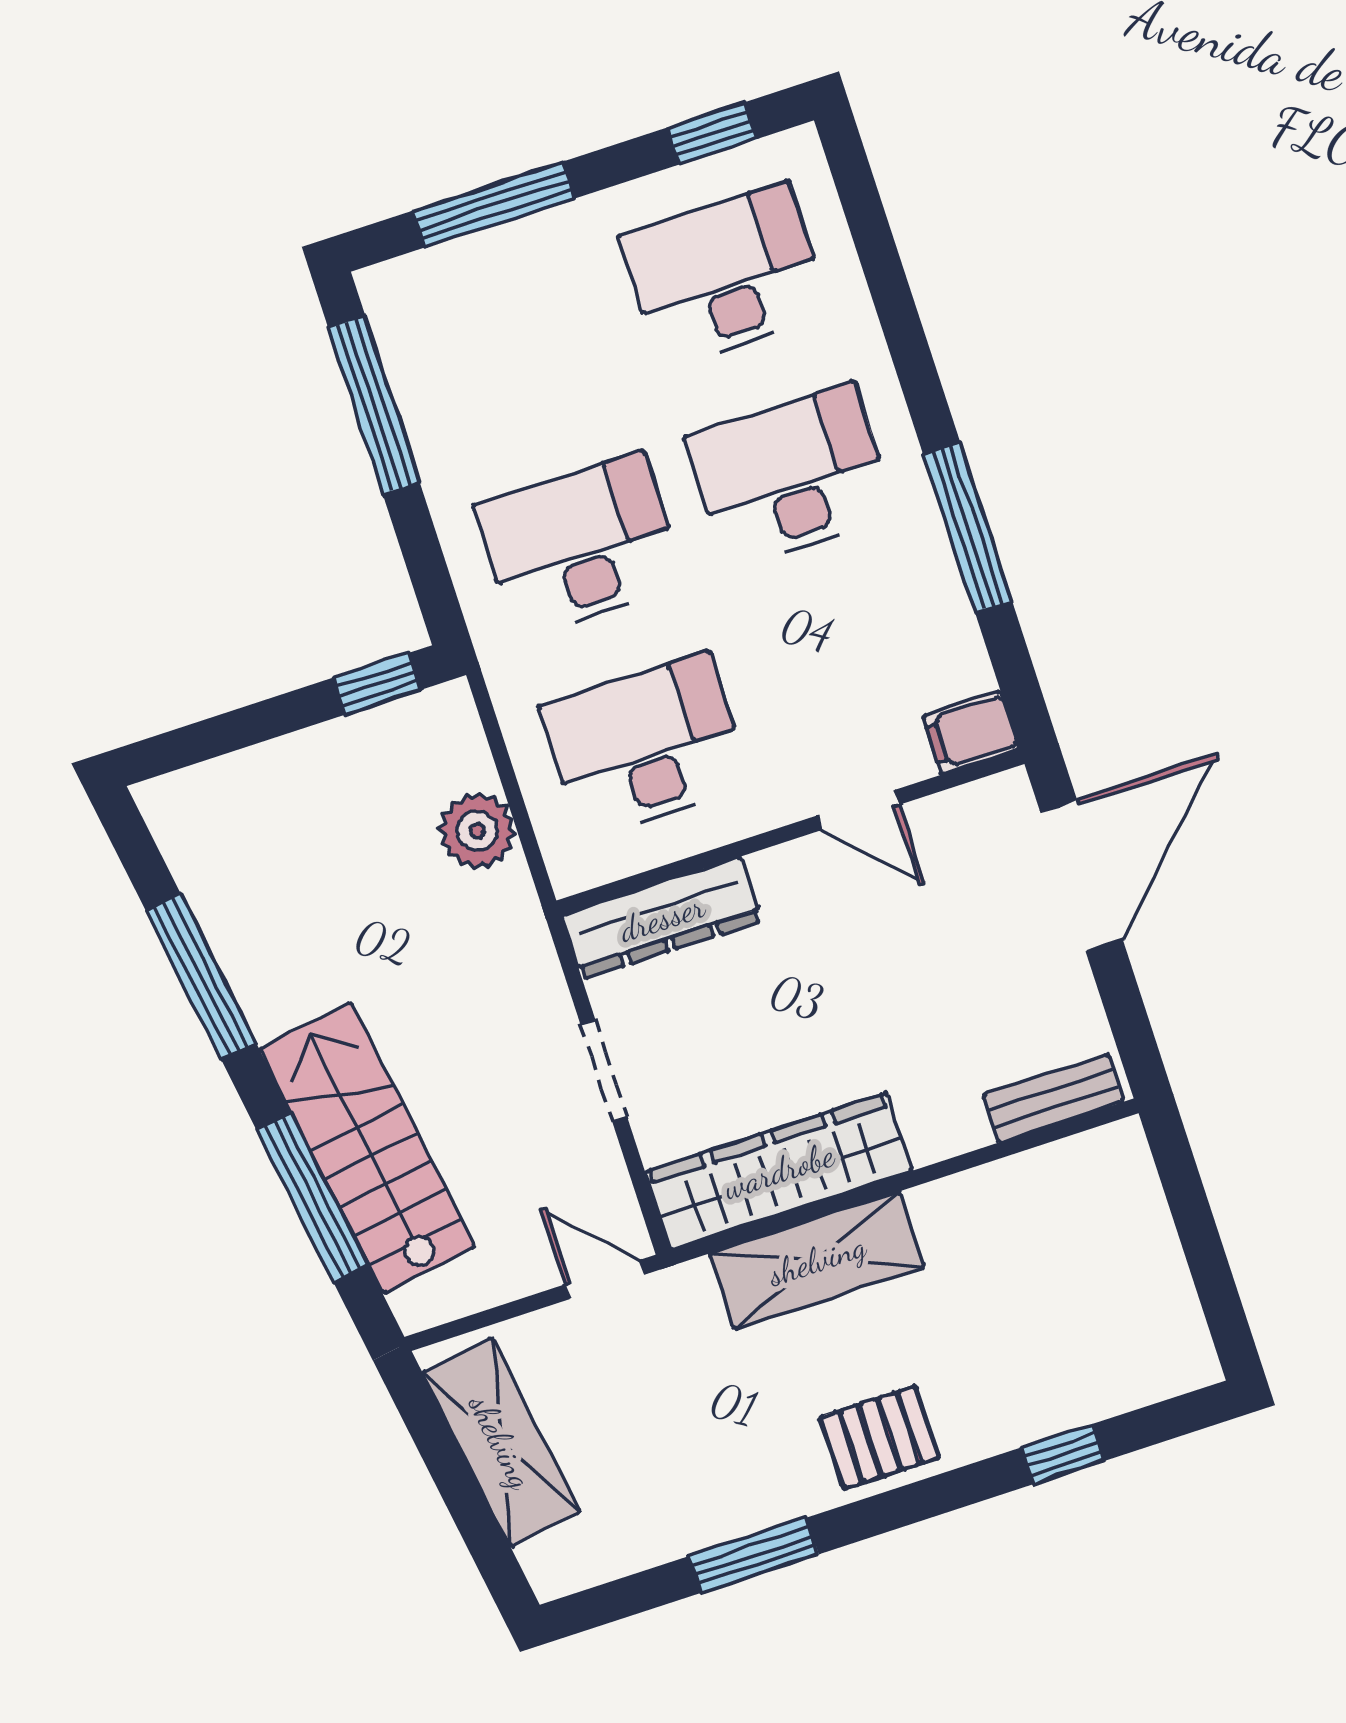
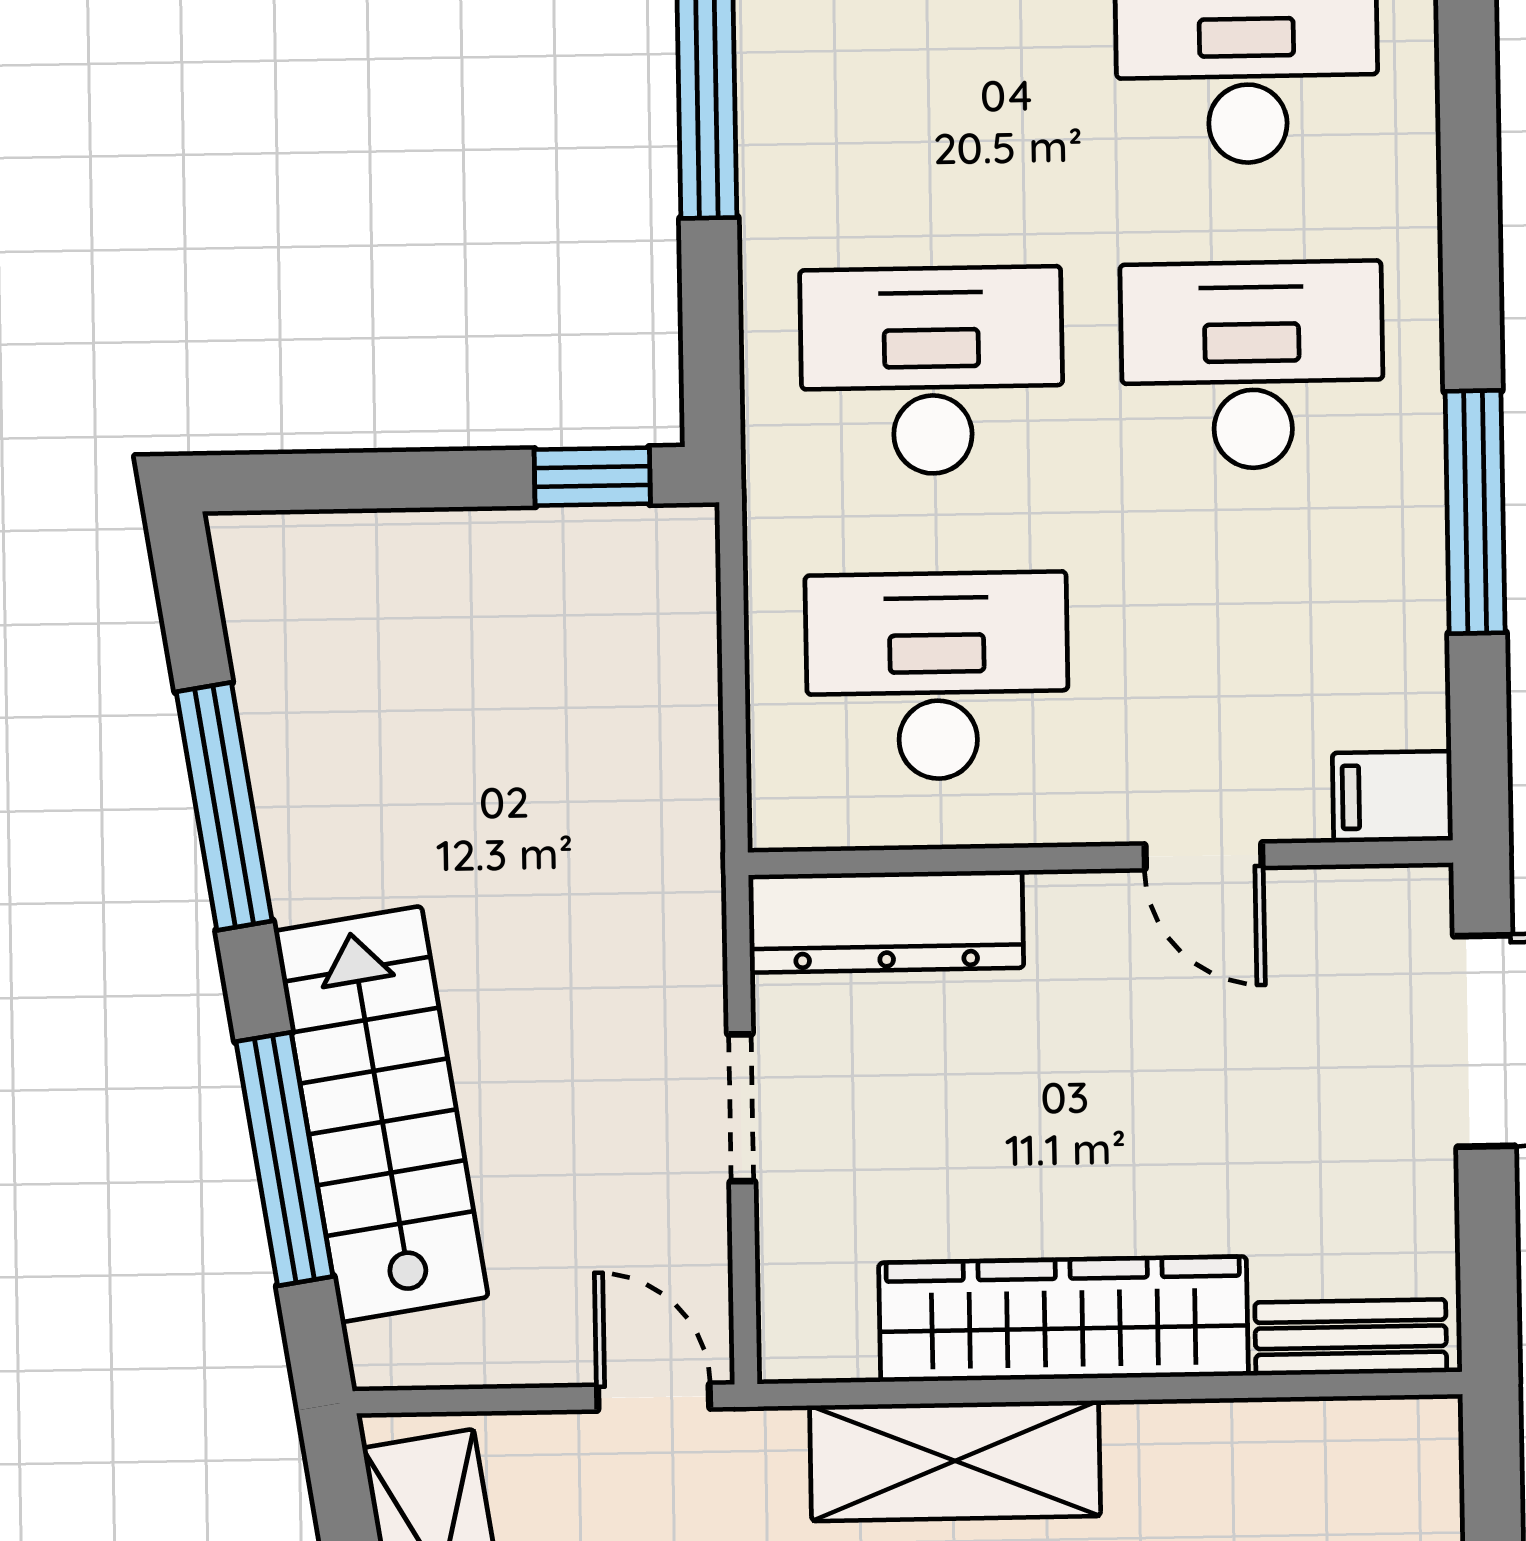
plant: (477, 831) -> (668, 723), removed
wardrobe: (779, 1171) -> (1064, 1319), moved

